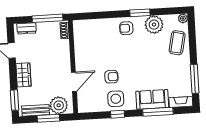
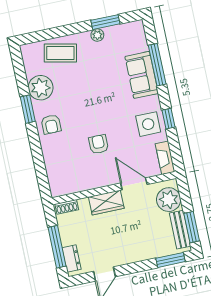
window: (48, 18) -> (57, 247), moved
plant: (183, 18) -> (97, 35), moved
wardrobe: (23, 75) -> (106, 203), moved, turned 180
armchair: (111, 77) -> (99, 144), moved
window: (195, 79) -> (105, 22), width x0.69
fireplace: (181, 102) -> (165, 158), moved
window: (48, 118) -> (192, 227), moved

